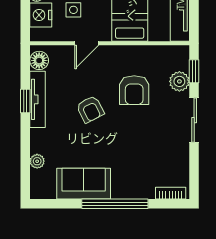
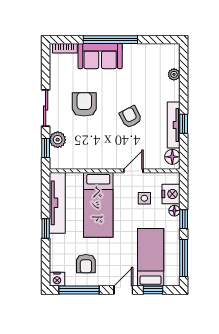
armchair: (134, 90) -> (84, 104), moved
sofa: (84, 184) -> (100, 56), moved

